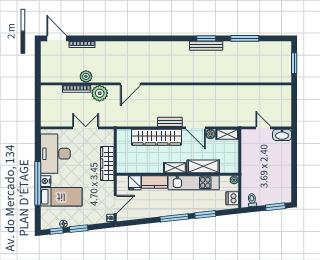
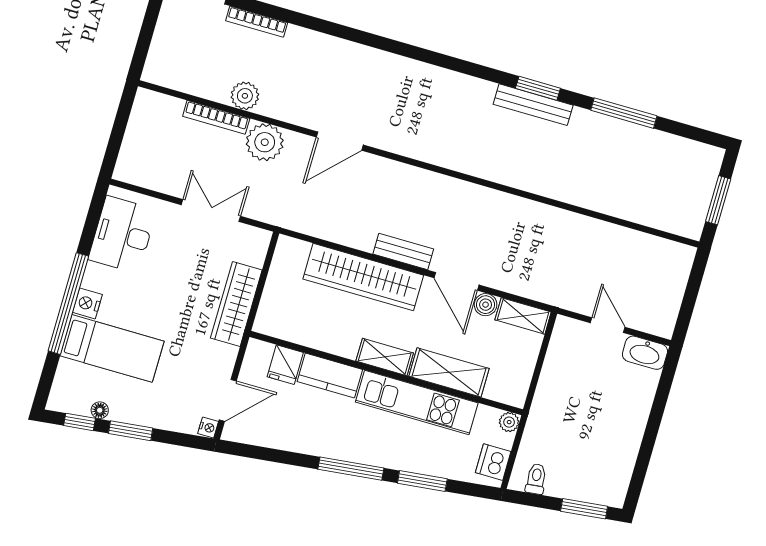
desk: (55, 154) -> (122, 235), width x0.73, depth x0.77

